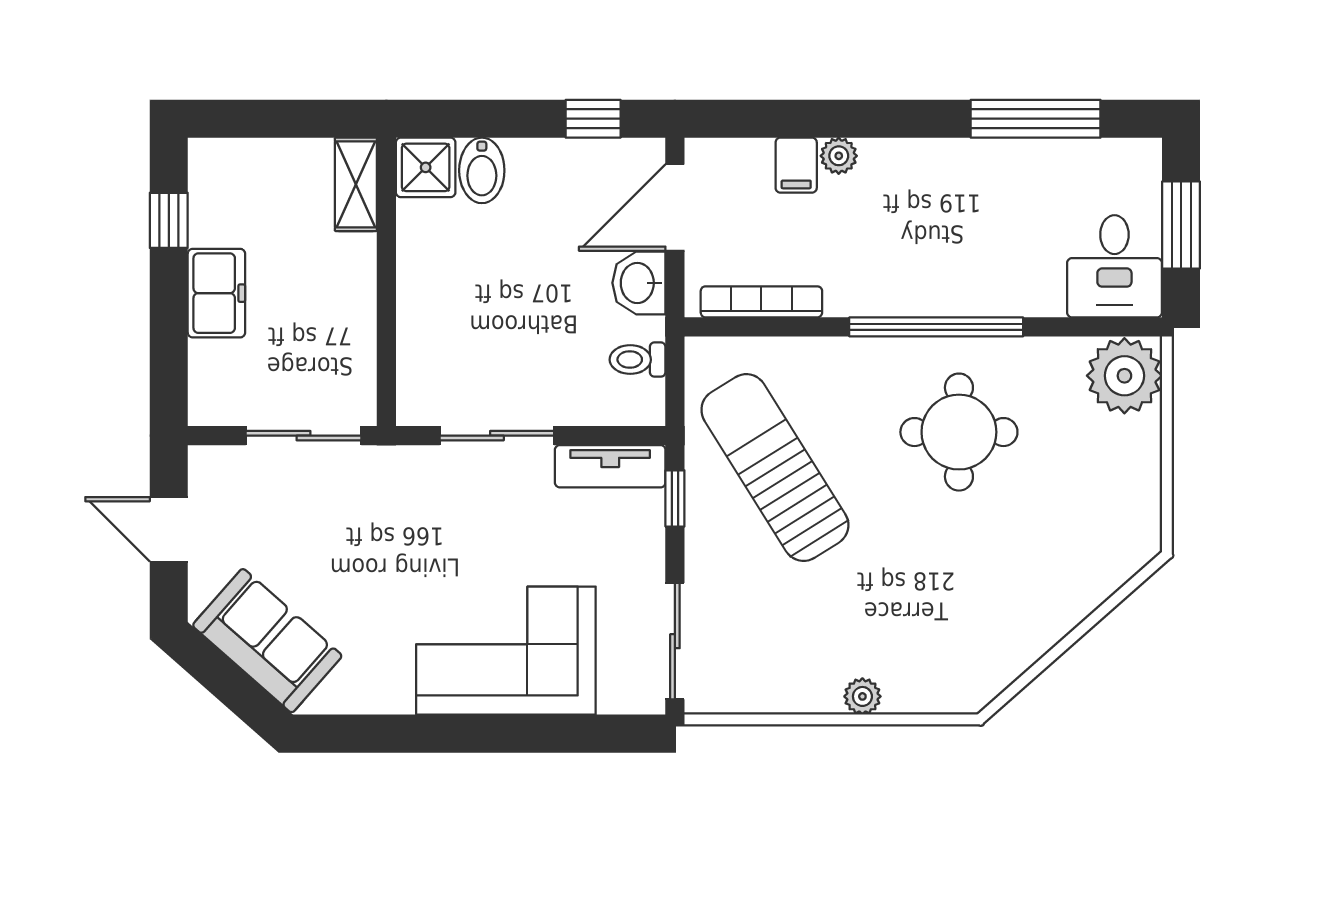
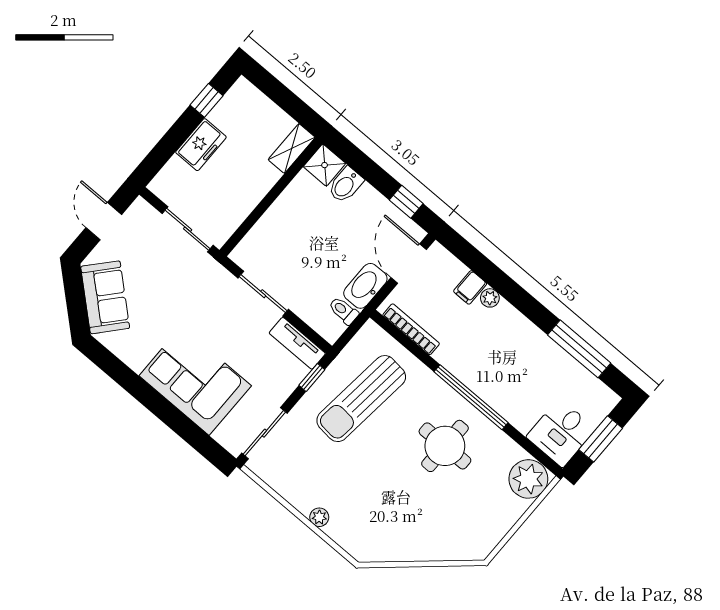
door: (675, 208) -> (409, 264), hinge flipped
washbasin: (639, 283) -> (365, 286), width x1.38
sun lounger: (775, 468) -> (361, 399), turned -142

